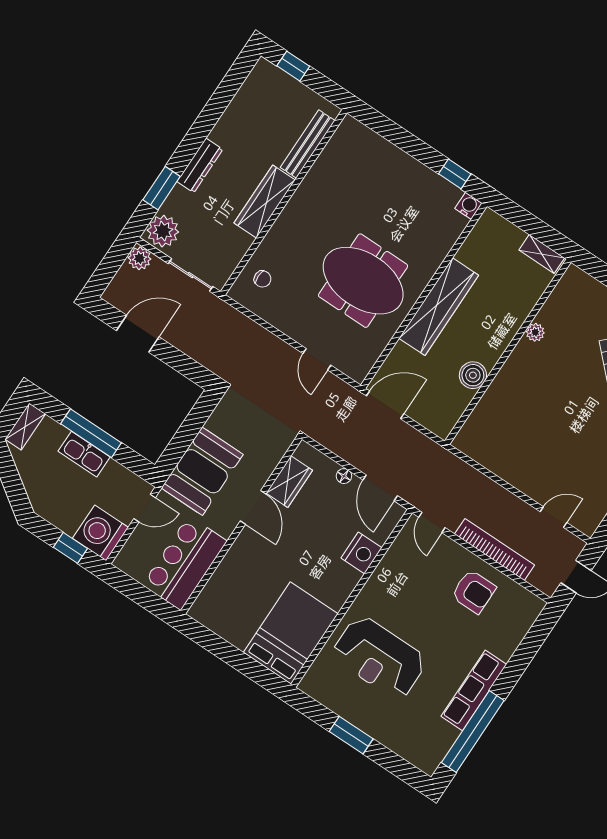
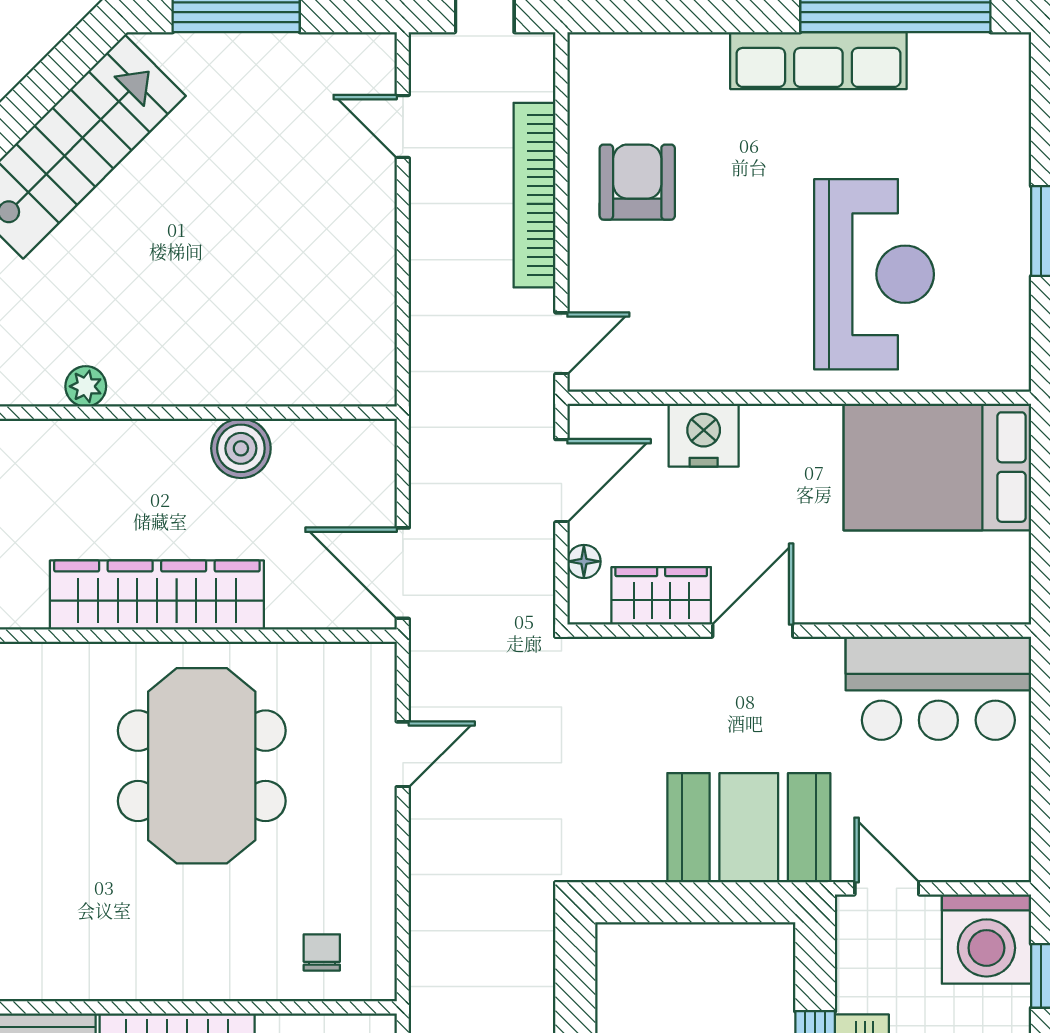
wardrobe: (289, 482) -> (661, 596), moved
door: (253, 507) -> (753, 631), moved
wall: (241, 525) -> (799, 631), moved
bar counter: (185, 563) -> (938, 688), moved

